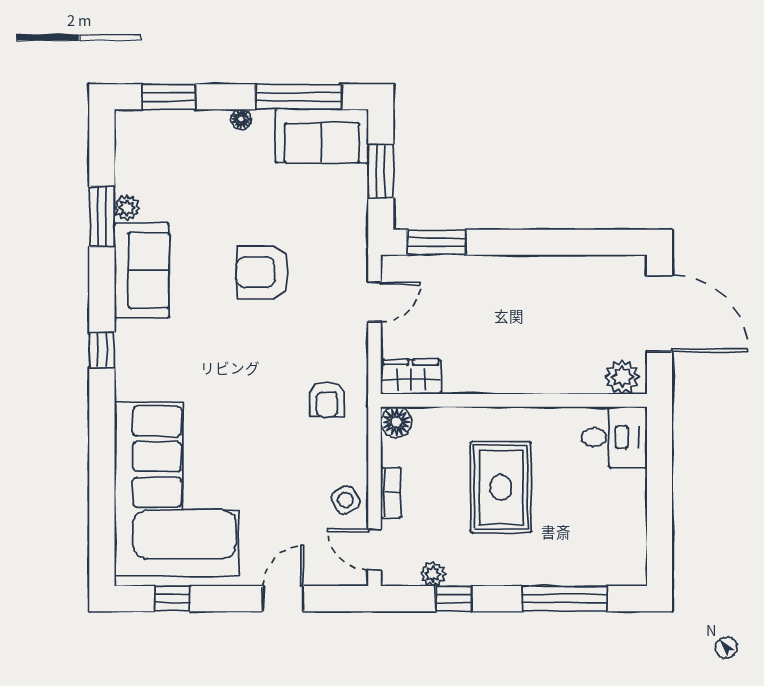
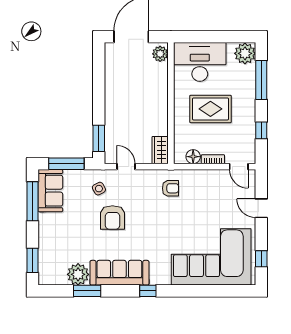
floor lamp: (241, 119) -> (43, 227), removed
window: (381, 171) -> (66, 164), width x1.44
plant: (127, 208) -> (78, 274), width x1.87, depth x1.87
sofa: (142, 270) -> (119, 273), width x1.36
floor lamp: (396, 422) -> (193, 157), moved
desk: (614, 437) -> (200, 62), width x1.87, depth x1.30
side table: (346, 500) -> (99, 189), moved
door: (375, 549) -> (239, 167), hinge flipped
plant: (433, 574) -> (245, 53), moved, width x1.88, depth x1.88

